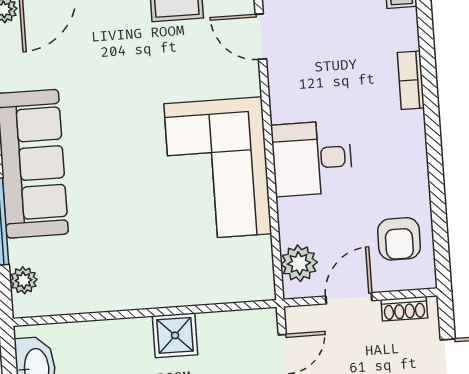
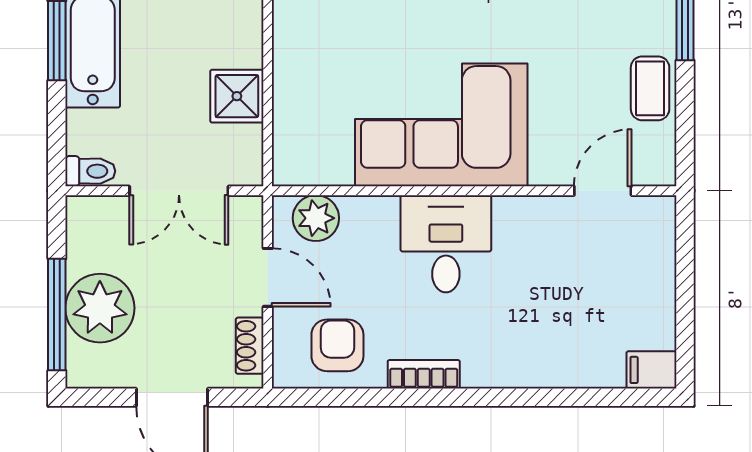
bookcase: (411, 80) -> (424, 374), moved
armchair: (399, 239) -> (337, 345), turned 90
shower: (175, 335) -> (237, 96), moved

